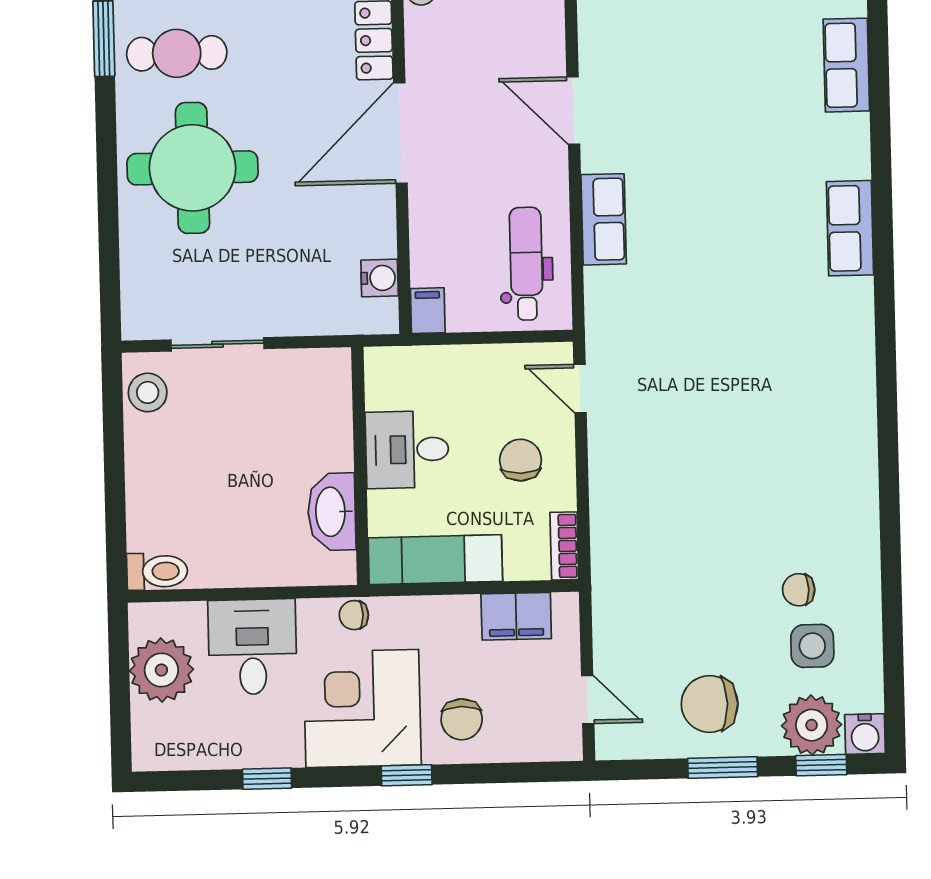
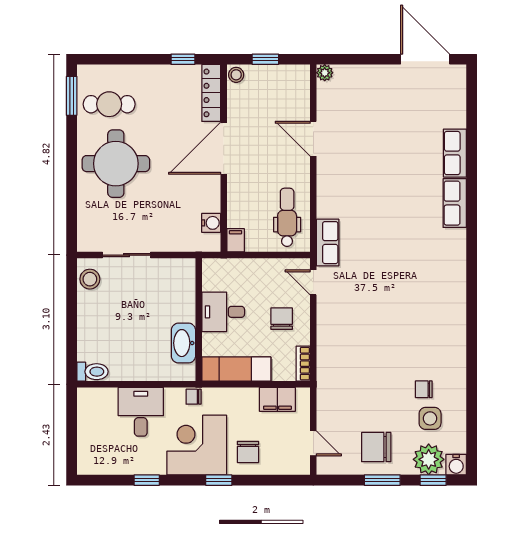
row of seats: (846, 65) -> (455, 153), moved
row of seats: (604, 219) -> (328, 243), moved
plant: (161, 670) -> (93, 423), removed

